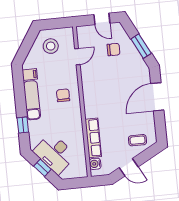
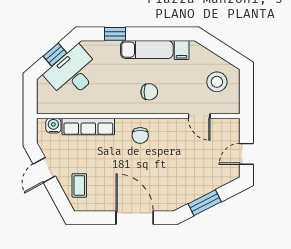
chair: (113, 50) -> (140, 135), moved

